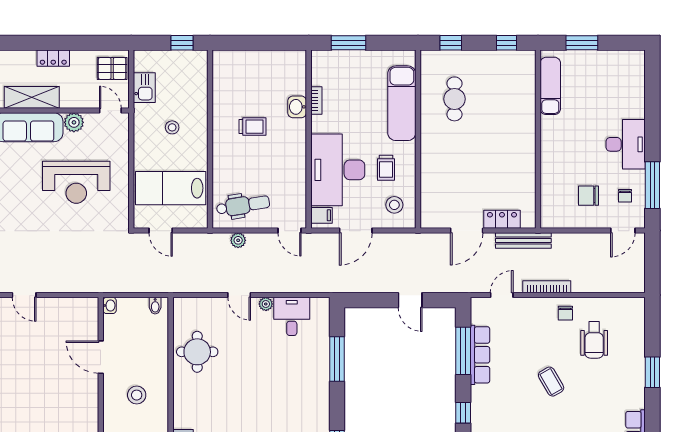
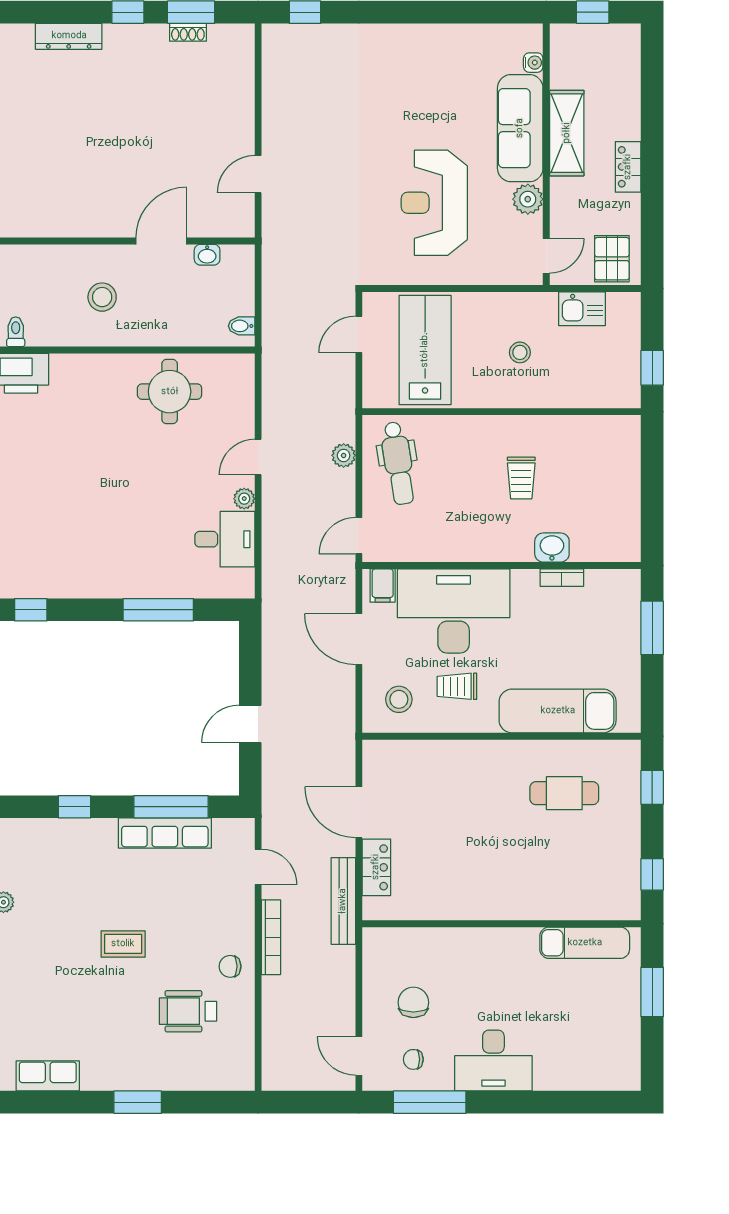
door: (24, 295) -> (258, 174), moved
washbasin: (110, 305) -> (207, 255), moved
coffee table: (551, 382) -> (123, 944), turned 30

